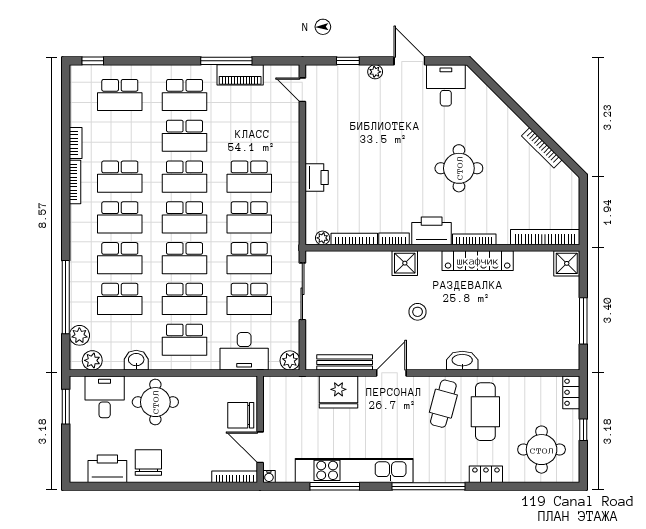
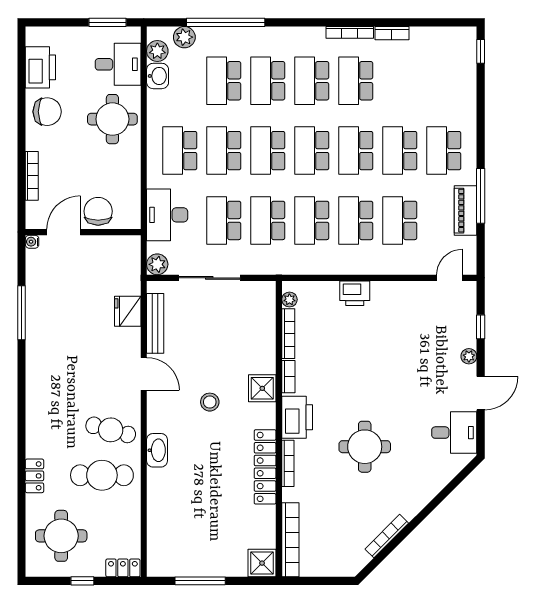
school desk: (120, 95) -> (400, 220), moved
sliding door: (302, 291) -> (209, 278), moved
washbasin: (136, 360) -> (158, 76), moved
fridge: (338, 392) -> (128, 311), width x0.73, depth x0.75
kitchen unit: (354, 470) -> (39, 334), removed
bookcase: (235, 477) -> (32, 176), moved
window: (429, 486) -> (21, 414), removed

